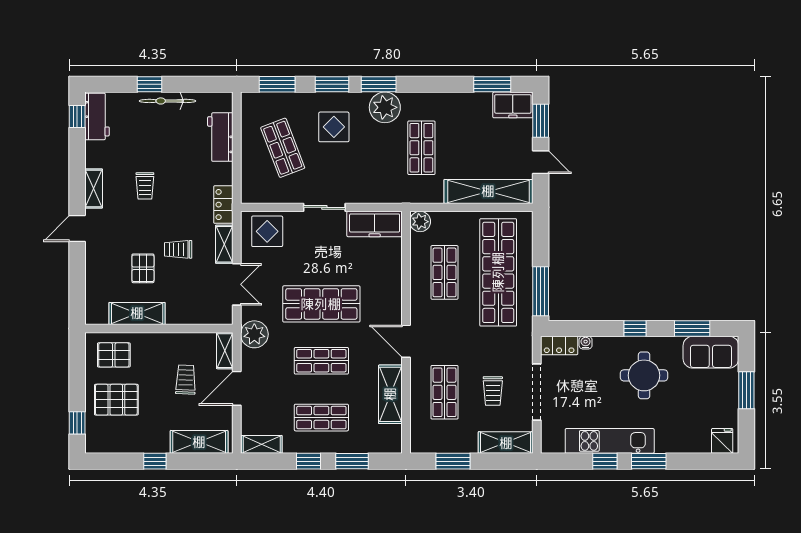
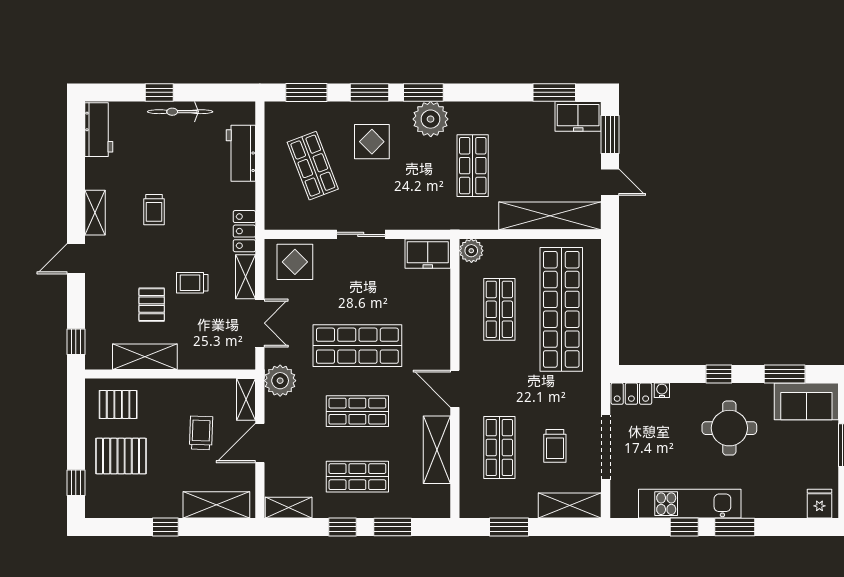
window: (77, 116) -> (76, 342), moved
freezer: (375, 224) -> (428, 254), width x0.71
window: (541, 291) -> (610, 331), removed

